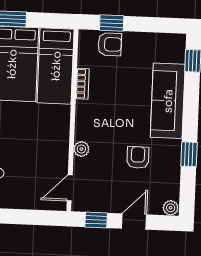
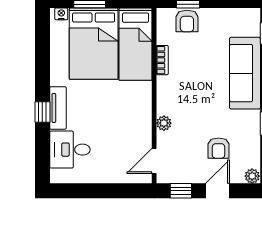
armchair: (110, 44) -> (187, 21), turned 90
armchair: (138, 157) -> (219, 148), moved, turned 180

